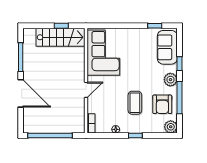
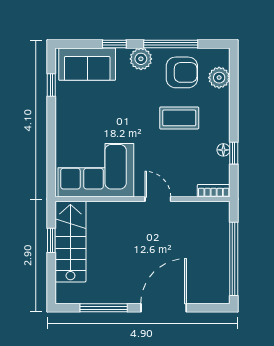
plant: (171, 127) -> (219, 78), moved
window: (135, 136) -> (234, 153), moved

